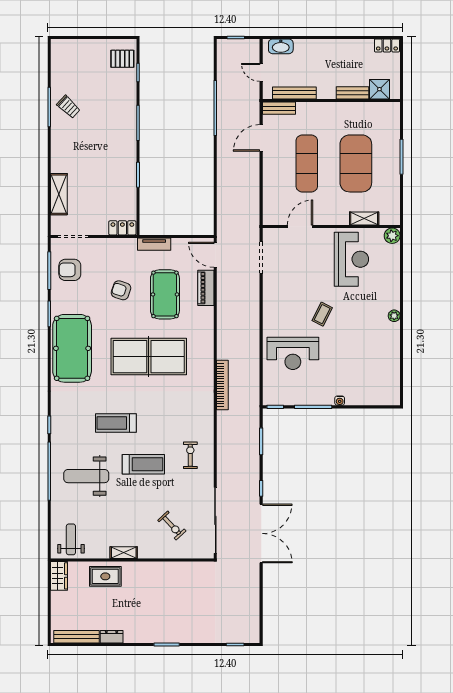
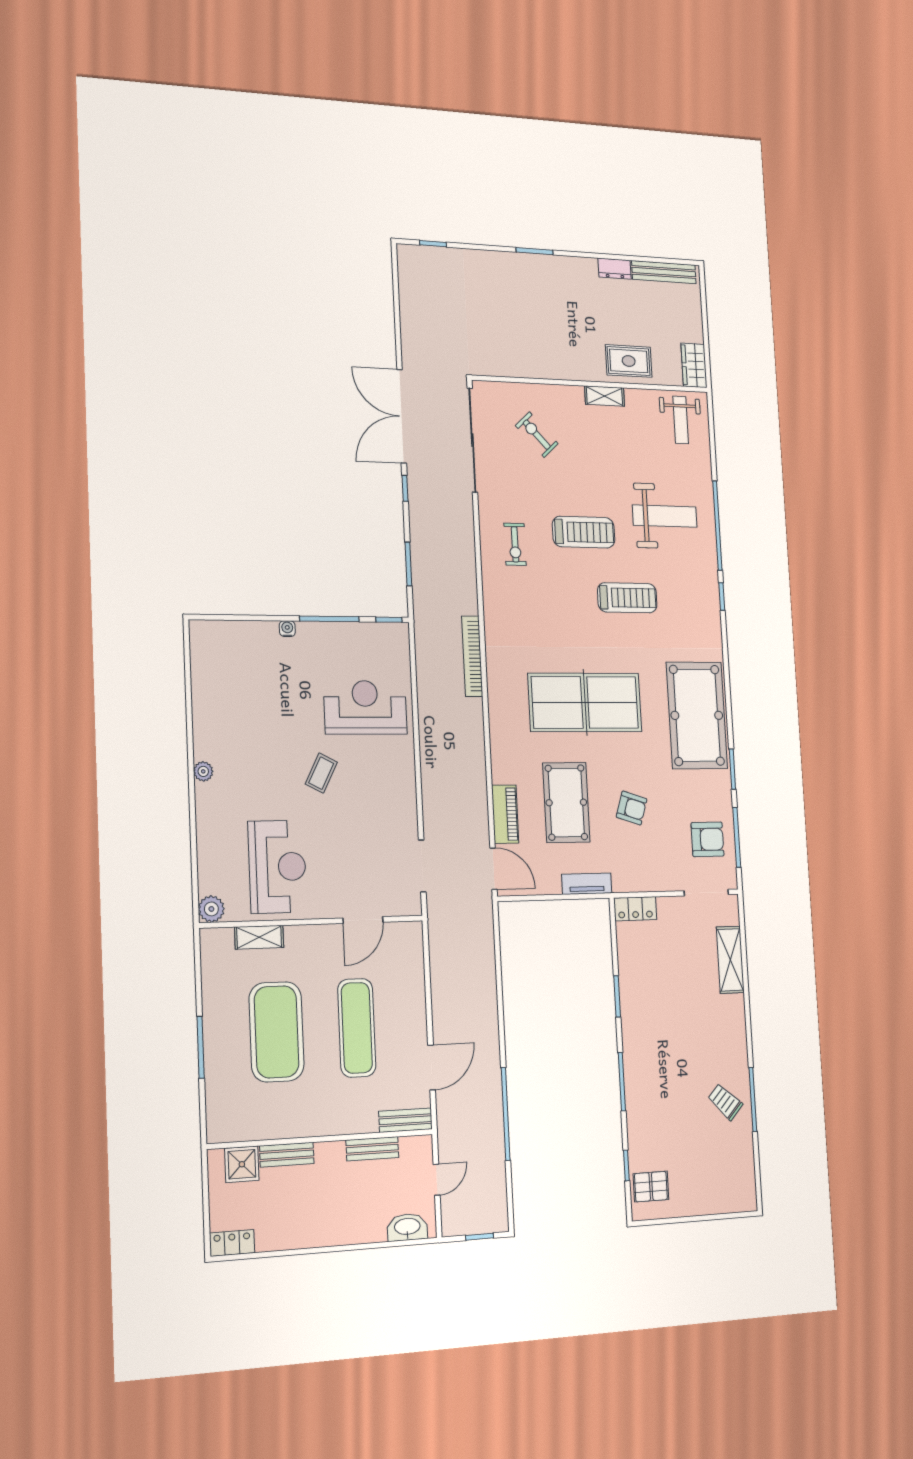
door: (261, 72) -> (437, 1180), hinge flipped
bench: (294, 93) -> (372, 1149), width x0.73
reception desk: (351, 259) -> (277, 867), turned 180
treadmill: (143, 464) -> (584, 532), turned 180

